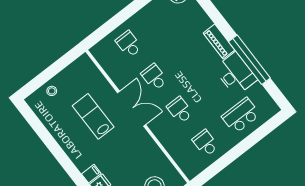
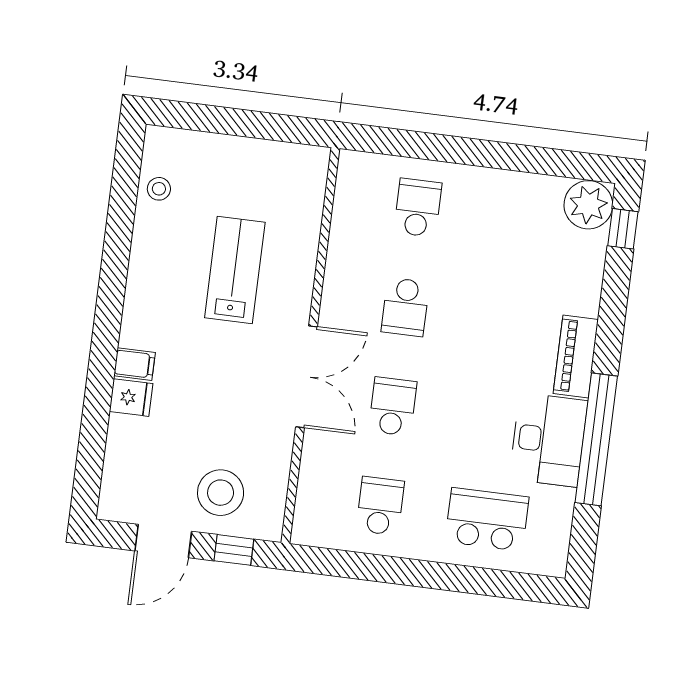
school desk: (154, 77) -> (405, 307), turned 180
stool: (52, 91) -> (159, 189), moved
double door: (132, 109) -> (306, 377), moved

